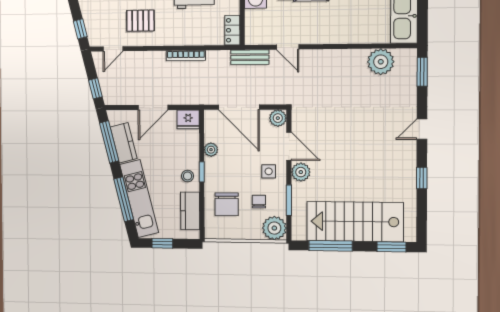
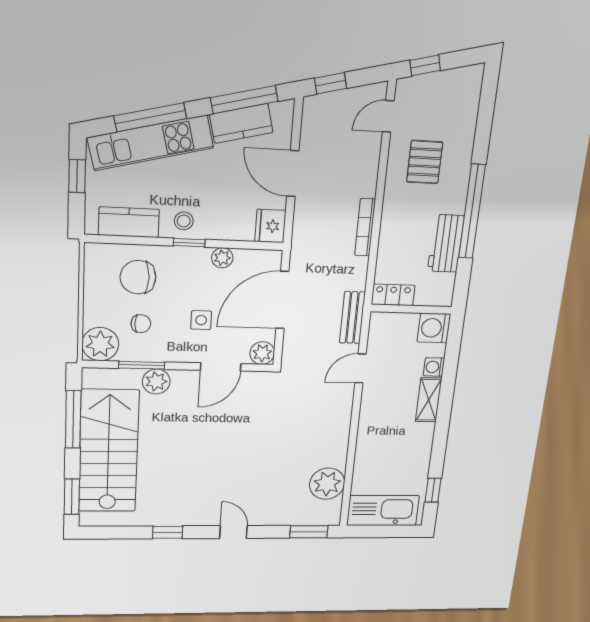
door: (113, 49) -> (388, 116), hinge flipped
side table: (269, 171) -> (201, 320), moved
plant: (301, 172) -> (156, 382), moved

